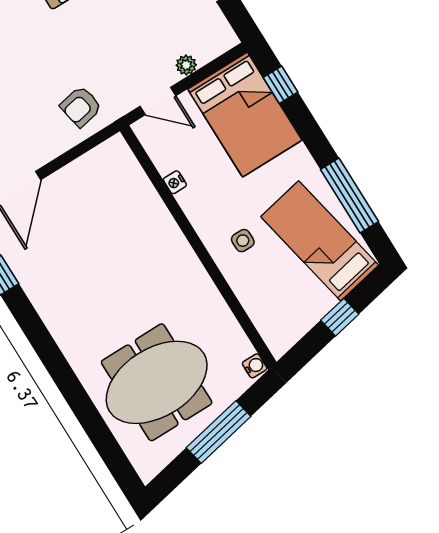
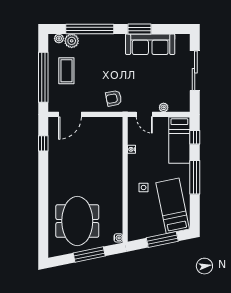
bed: (245, 115) -> (179, 140), width x0.67
window: (349, 196) -> (195, 177), moved
window: (340, 317) -> (162, 240), width x2.17
meeting table: (157, 382) -> (77, 221), turned 90

